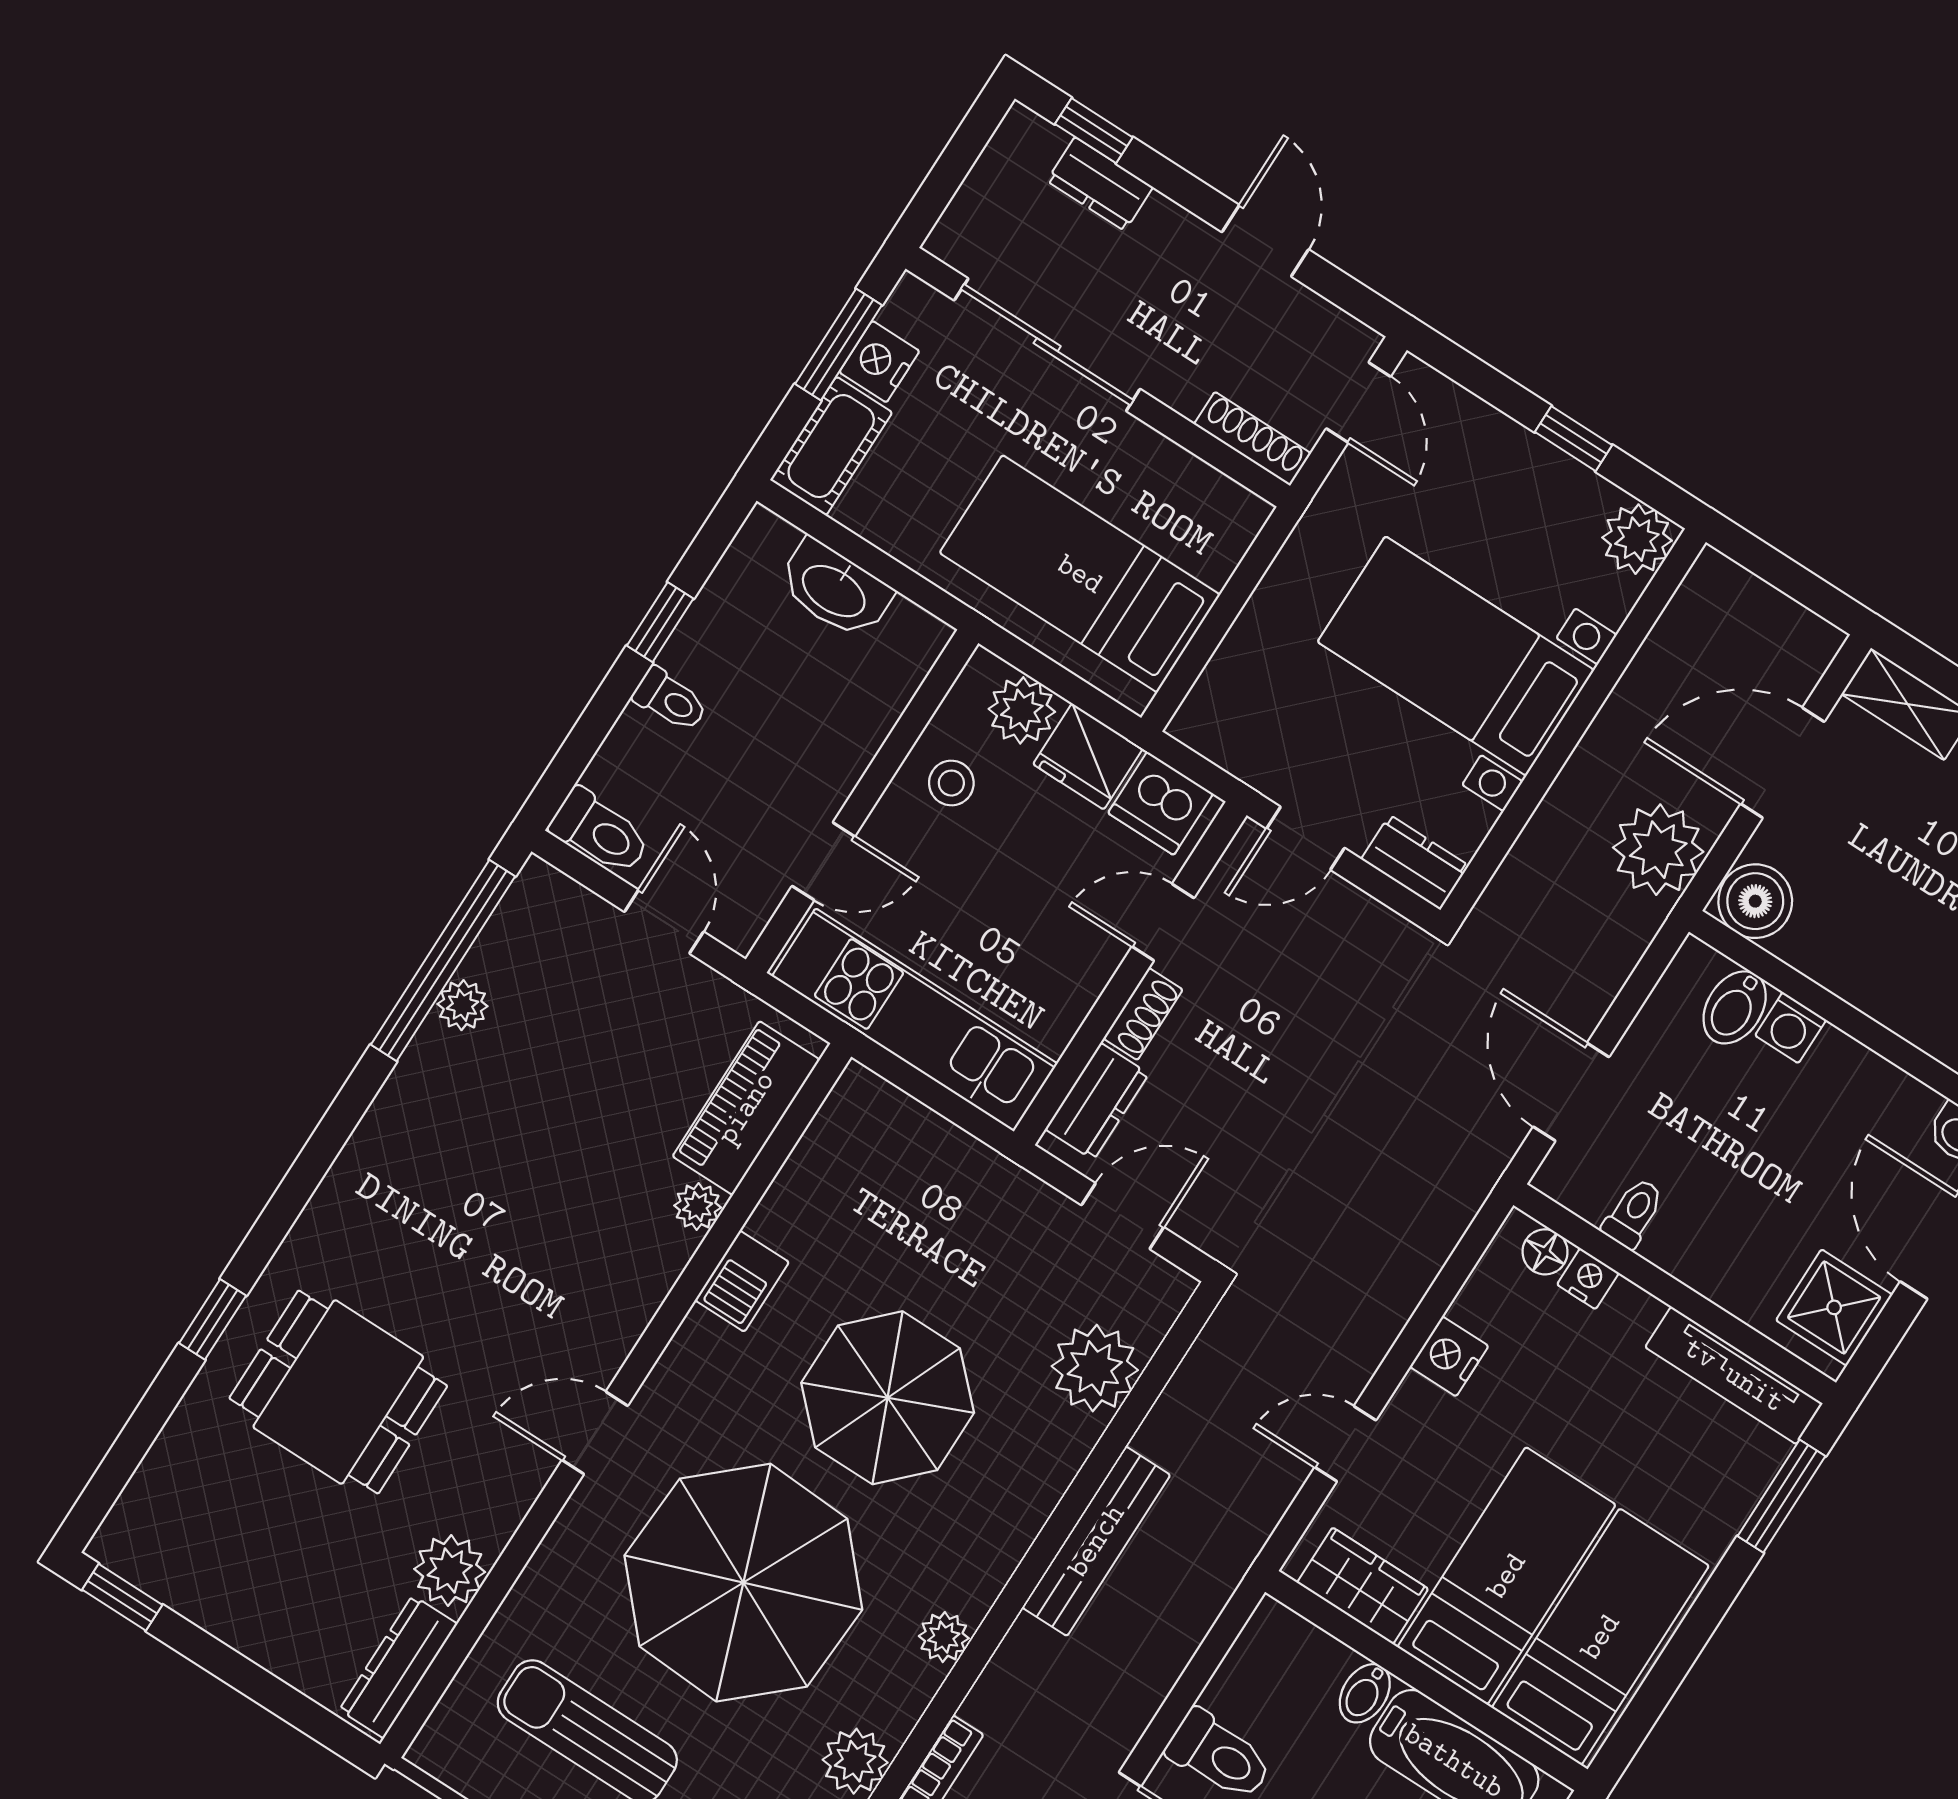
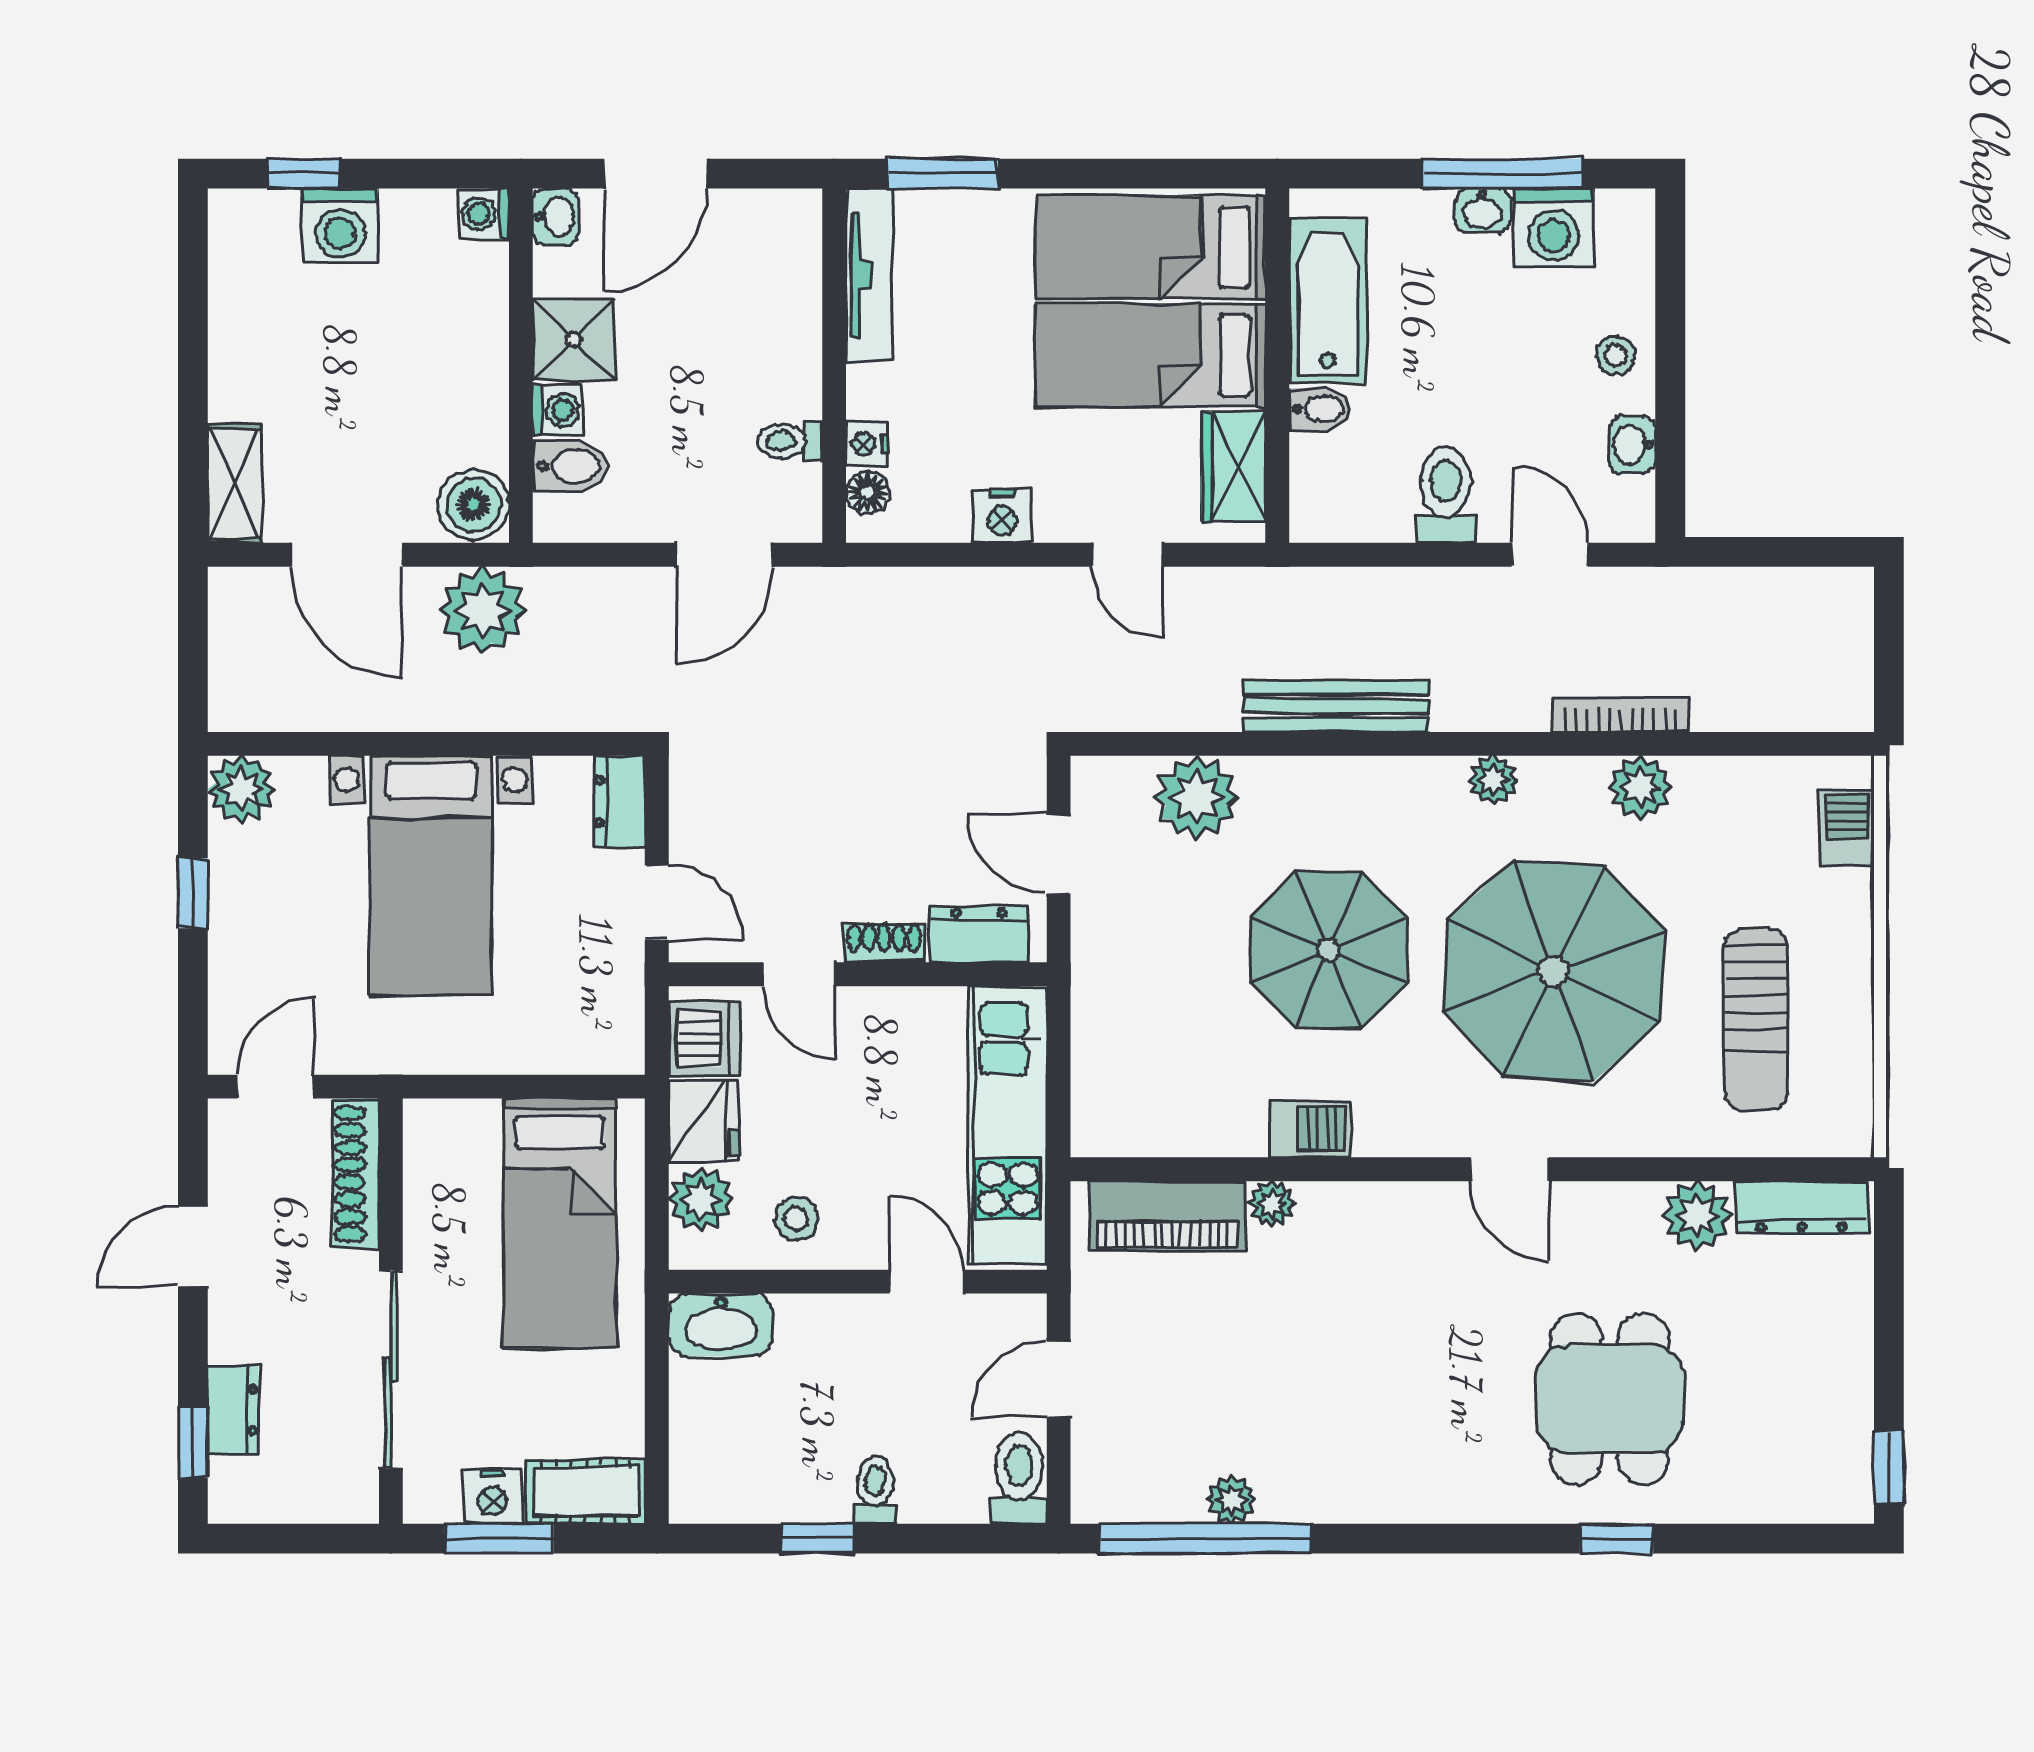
shoe rack: (1252, 439) -> (356, 1174), width x1.36, depth x1.24
washbasin: (835, 589) -> (721, 1325), moved, turned 90
shower: (1834, 1307) -> (574, 340), moved

